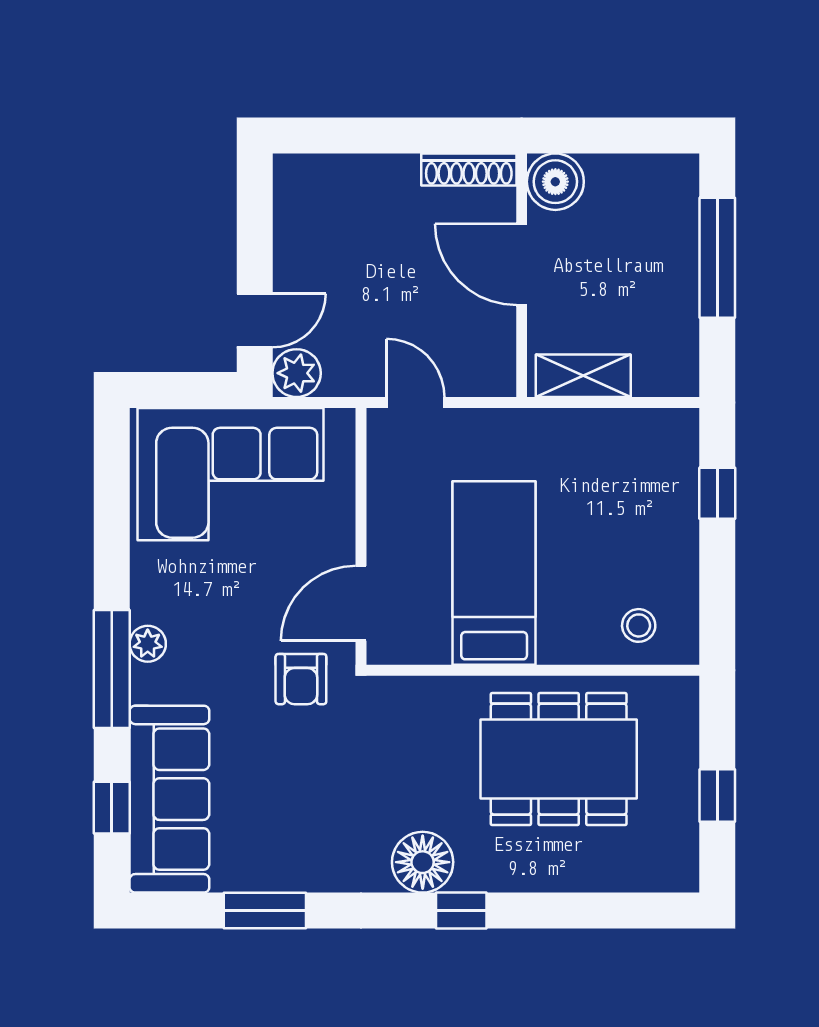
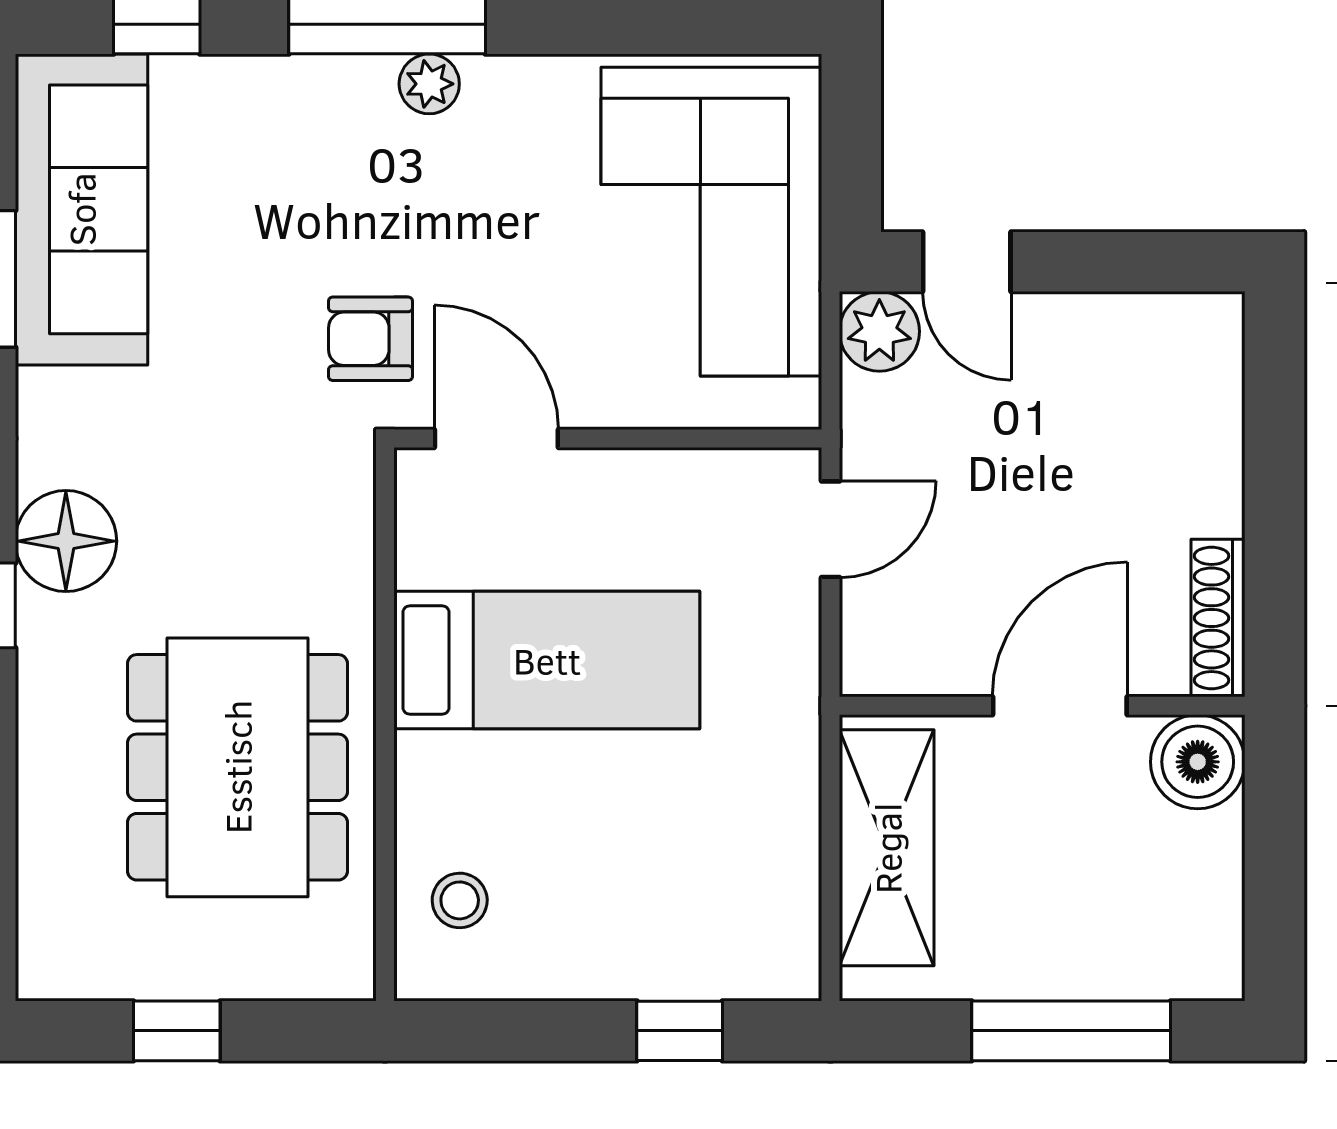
shelving: (583, 376) -> (887, 848), width x1.50, depth x1.33
sofa: (169, 799) -> (81, 209), moved, turned -90

